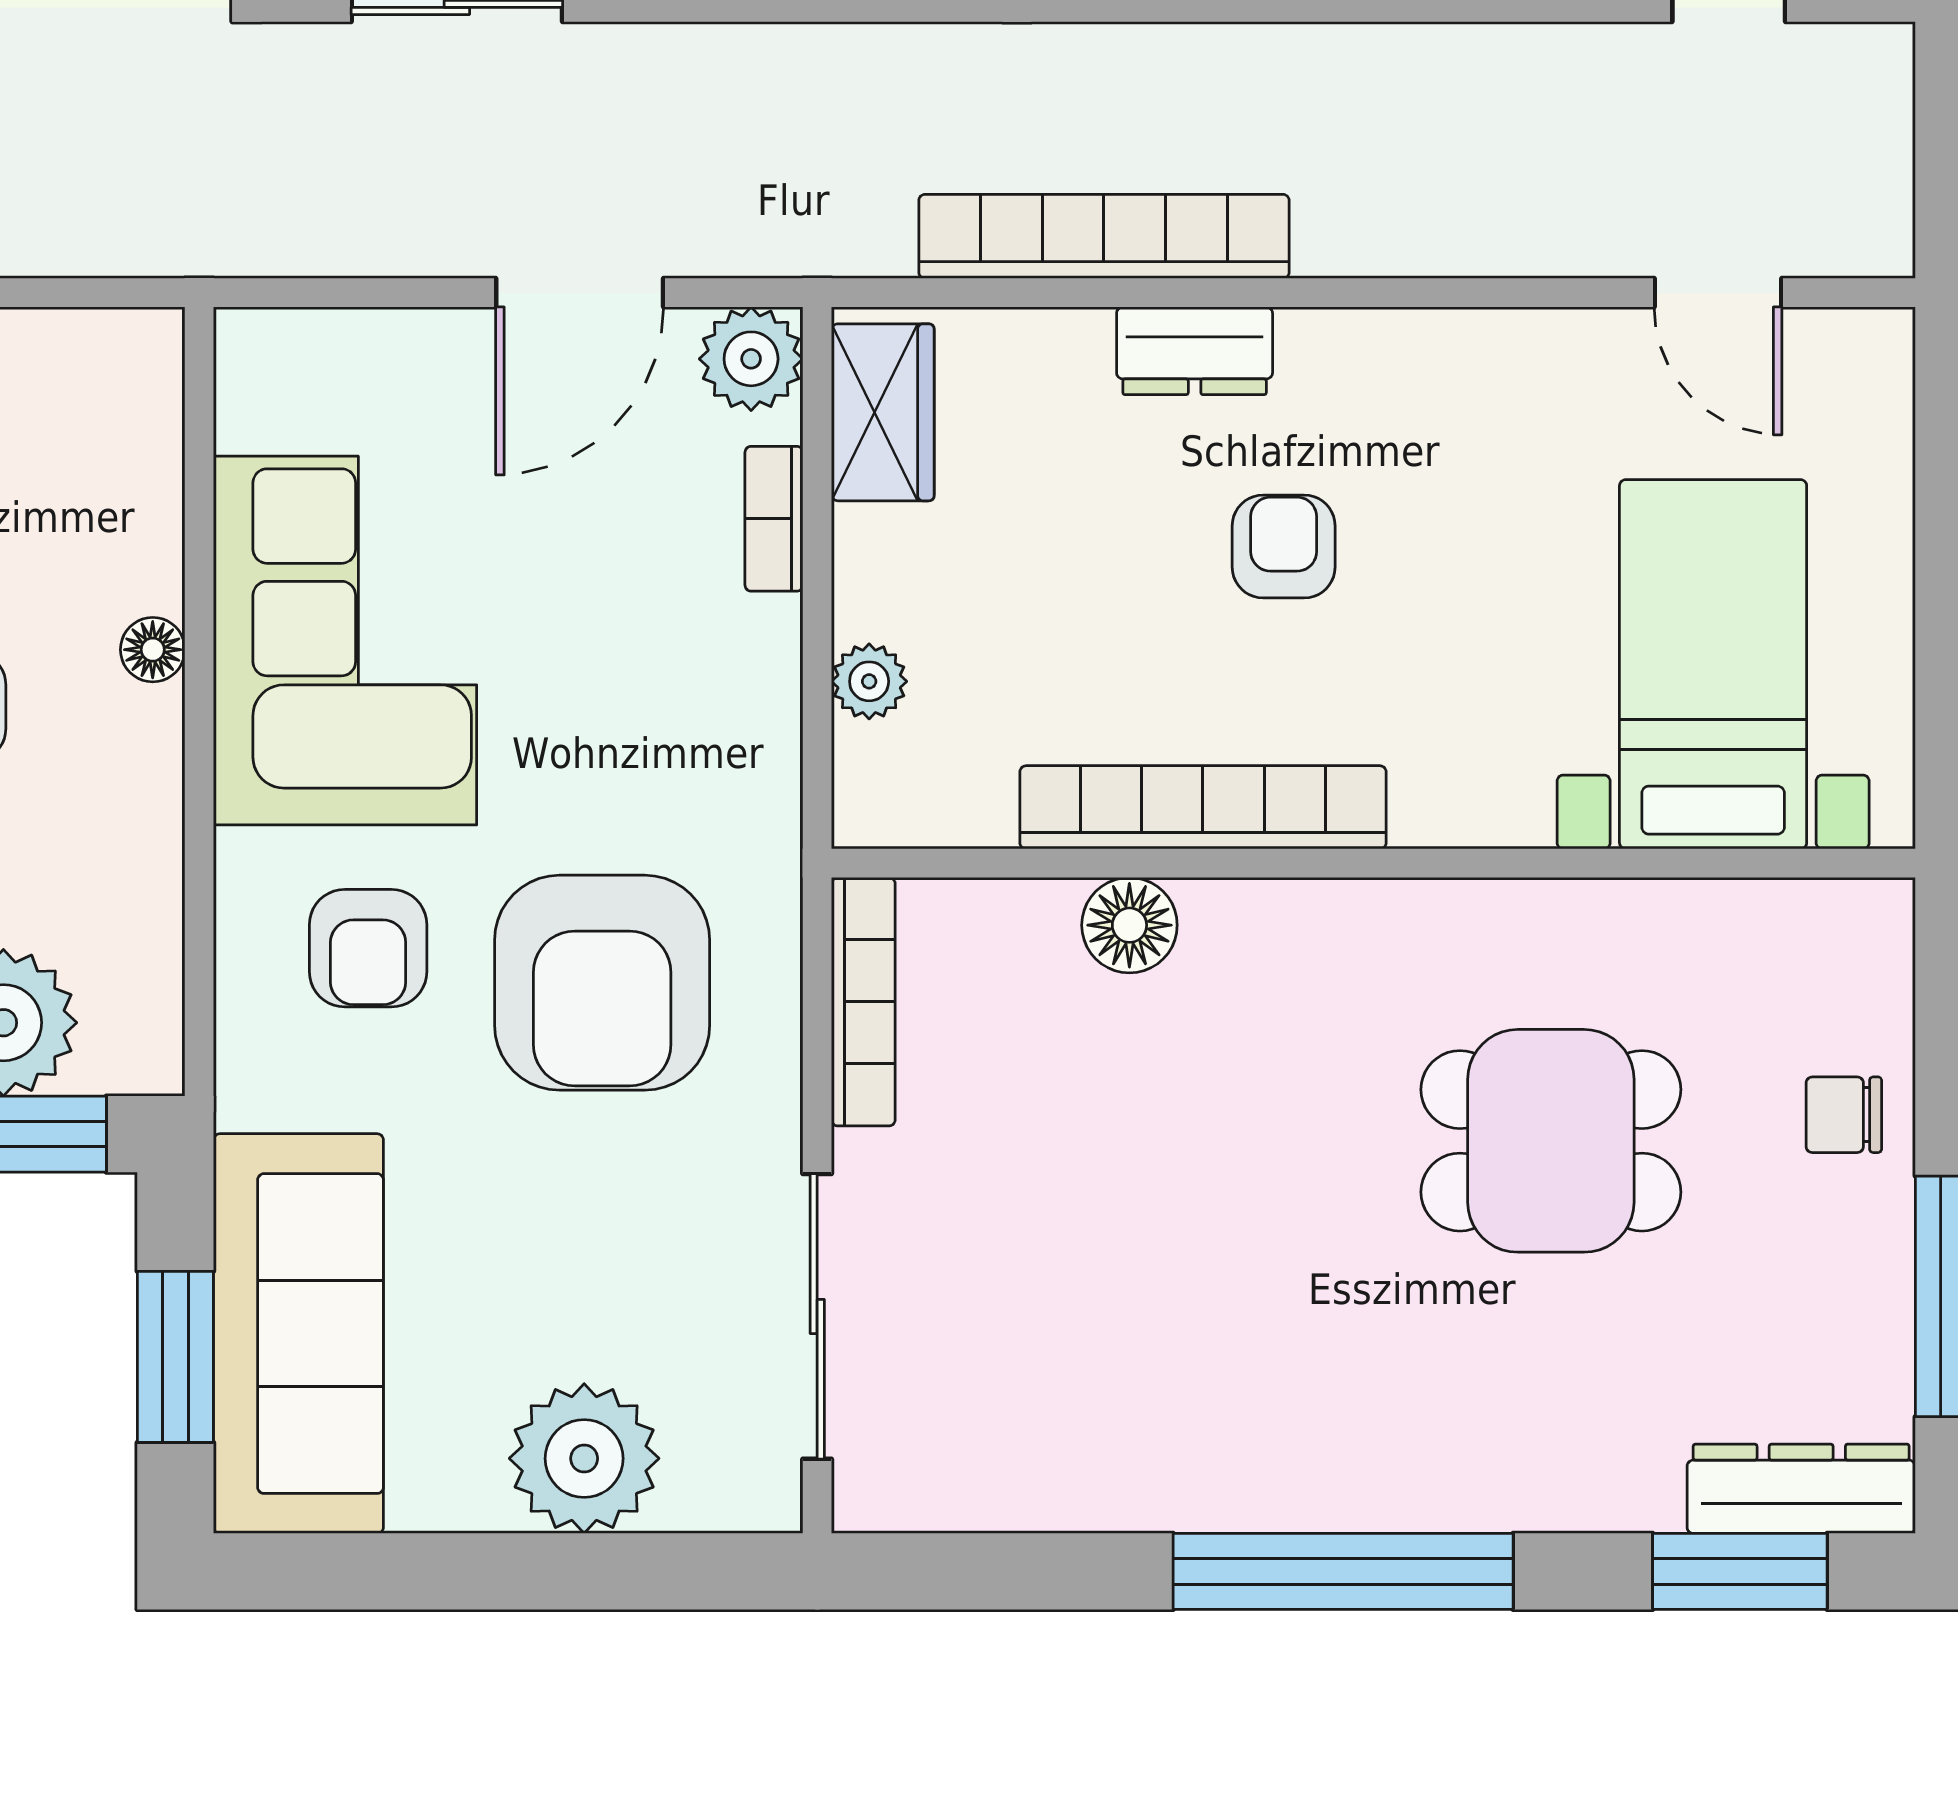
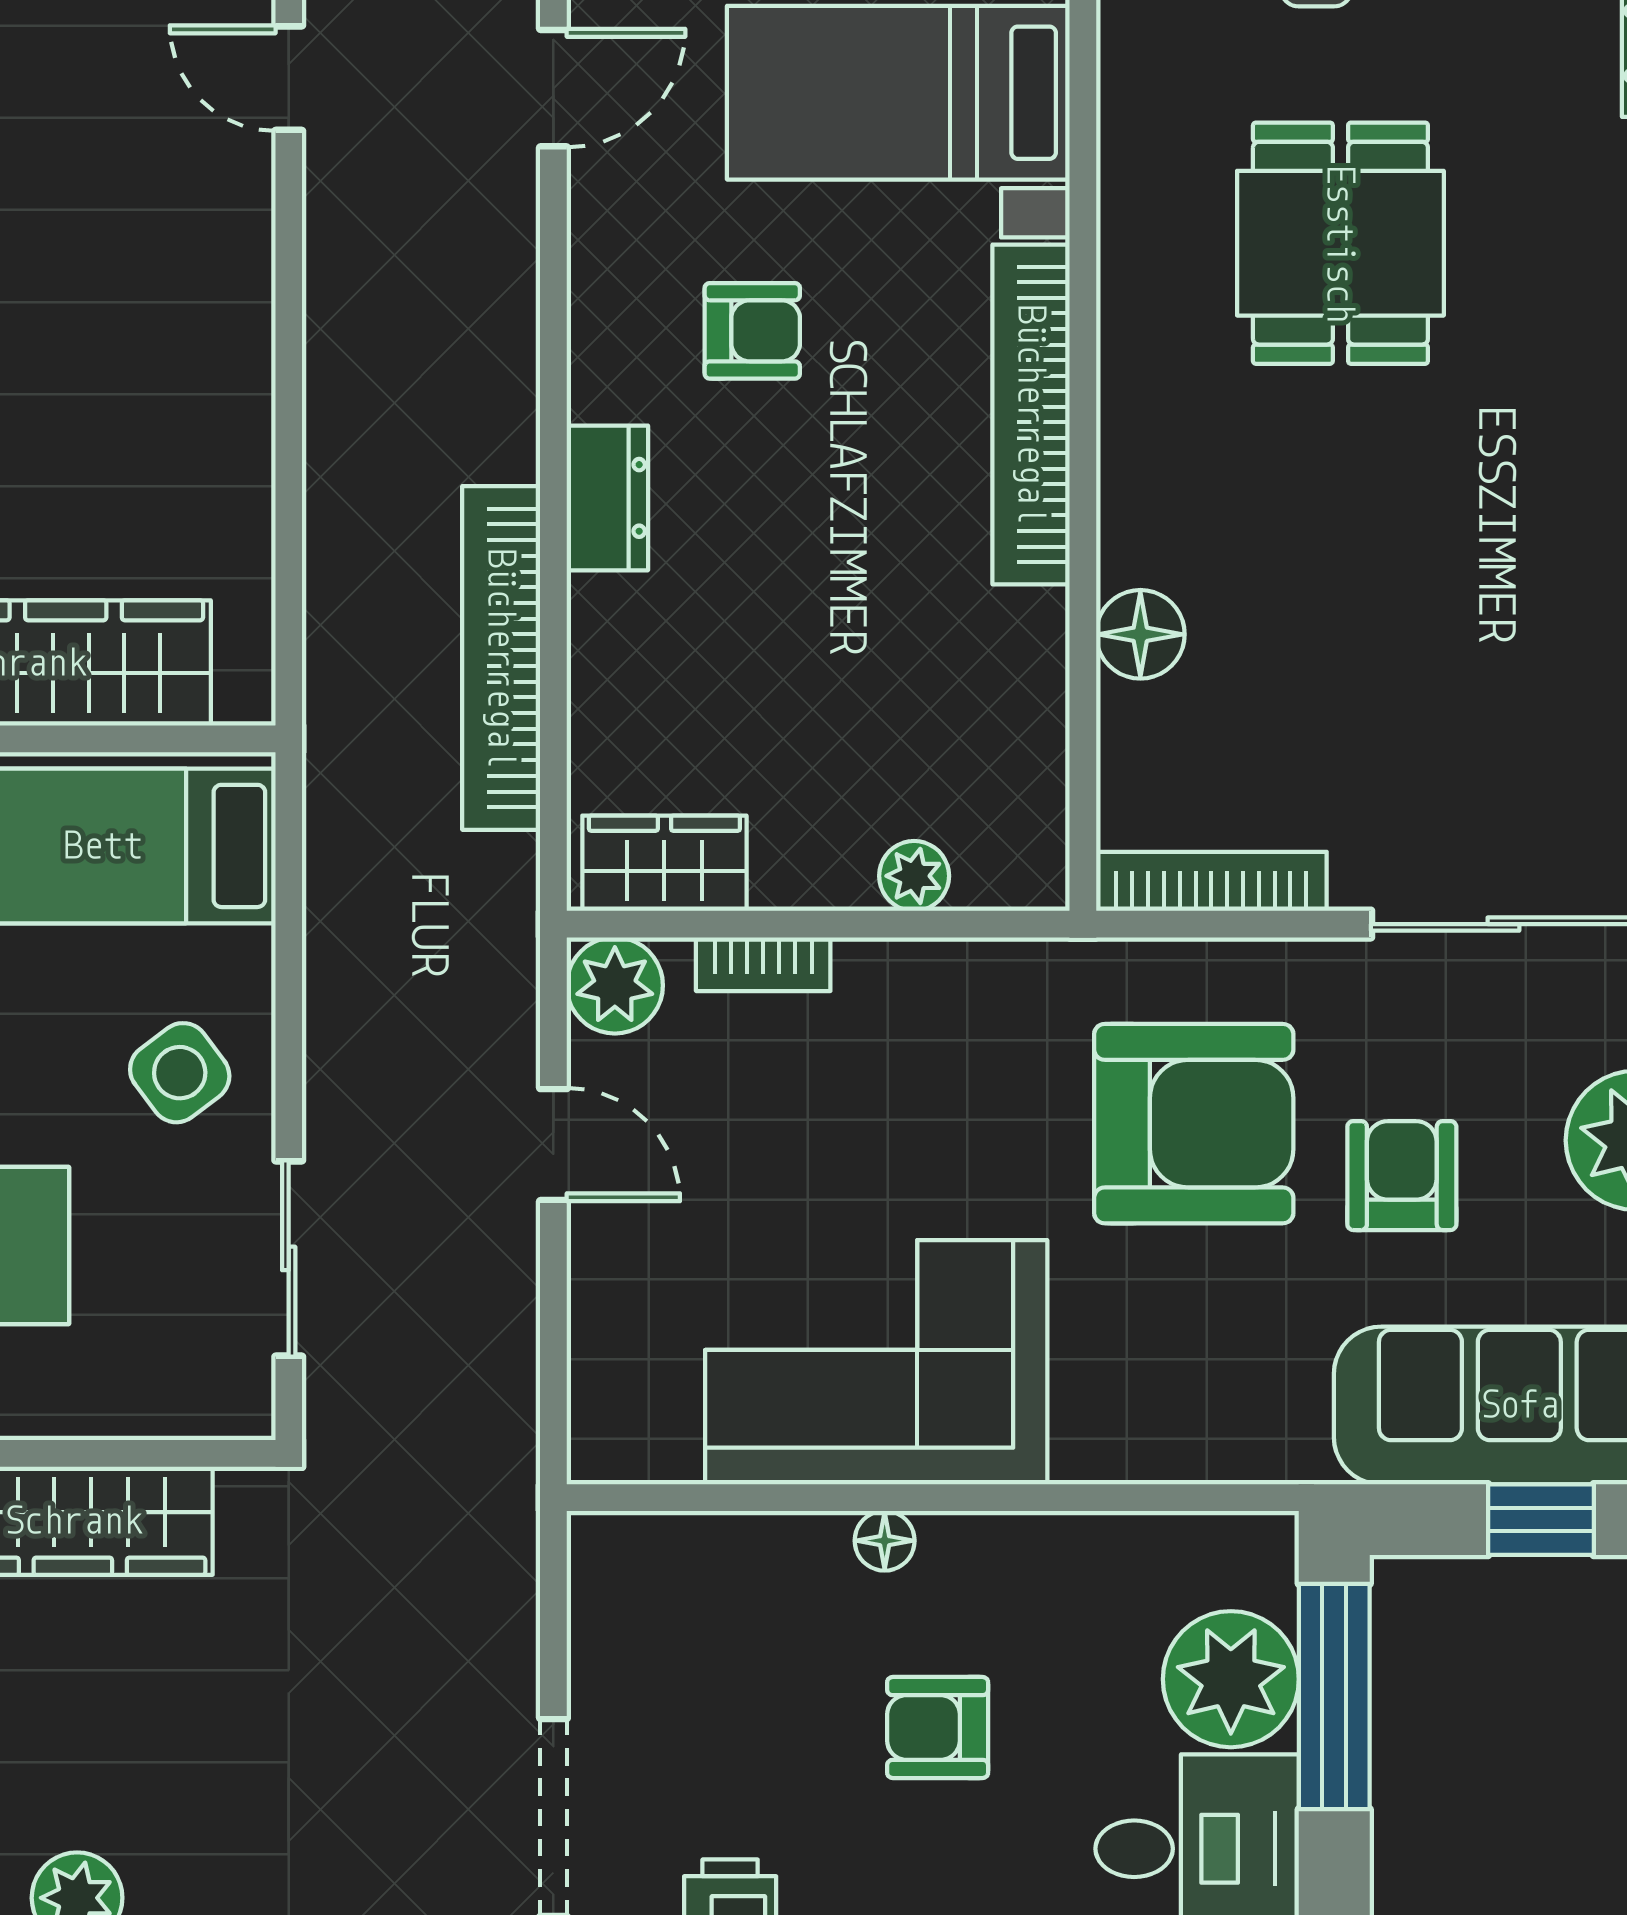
door: (580, 293) -> (553, 1145), width x0.73
dresser: (1195, 351) -> (607, 498), moved
armchair: (1284, 546) -> (752, 331), moved, turned 180
bookcase: (1203, 807) -> (1031, 414), moved
armchair: (368, 948) -> (1402, 1176), moved, turned -90
window: (175, 1357) -> (1541, 1520), width x0.67

